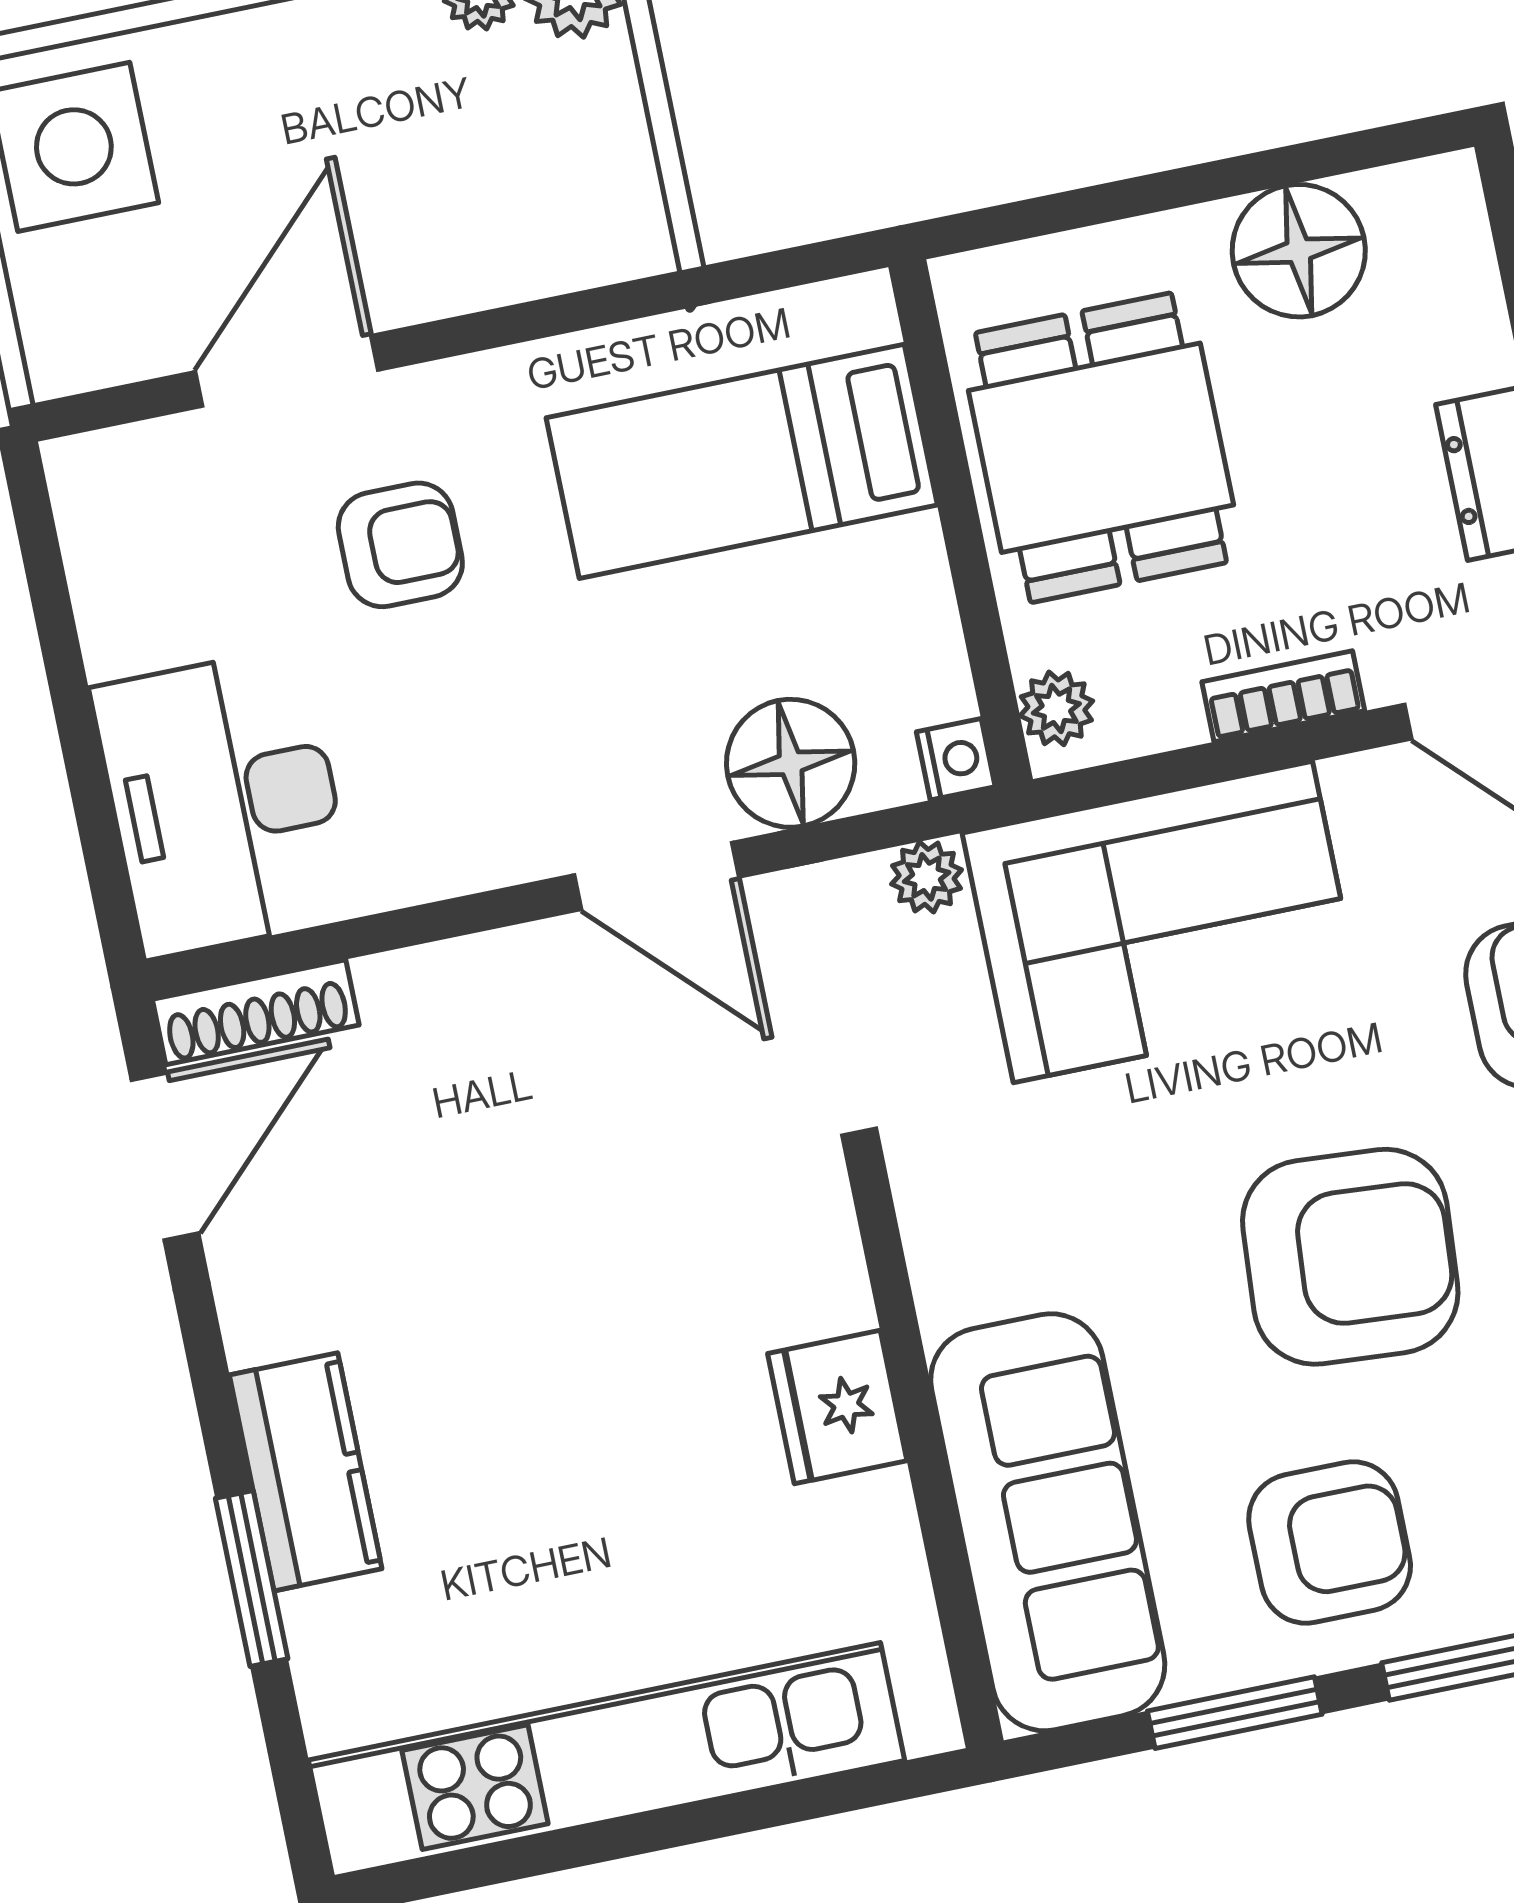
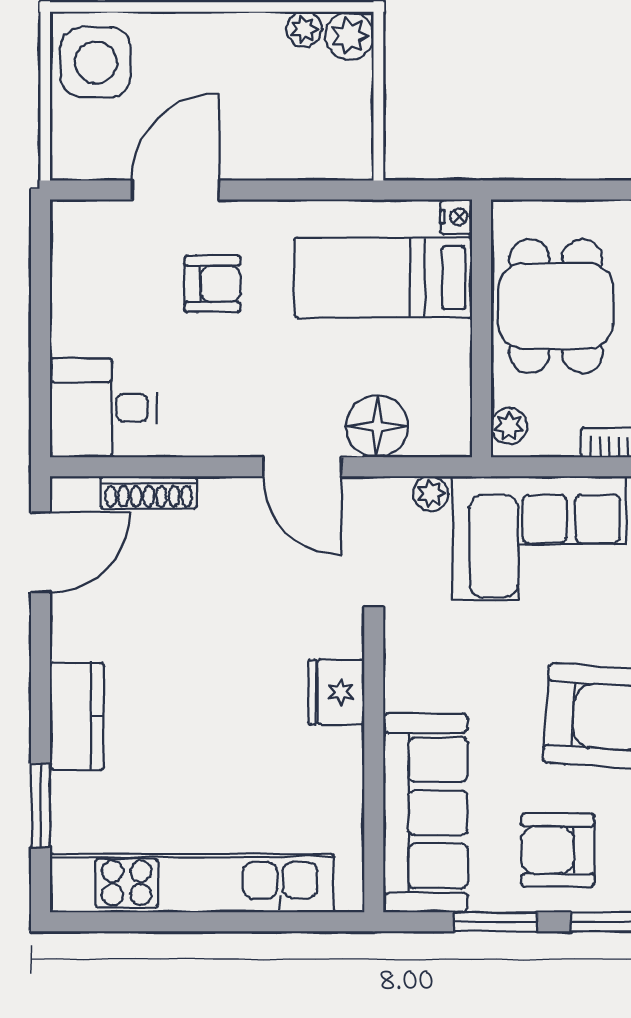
nightstand: (956, 759) -> (456, 217), moved
desk: (224, 802) -> (103, 408), width x0.73
shoe rack: (256, 1012) -> (149, 492), moved
fridge: (837, 1407) -> (336, 692), moved
armchair: (1330, 1542) -> (558, 850), turned 180
window: (252, 1579) -> (41, 806), moved

